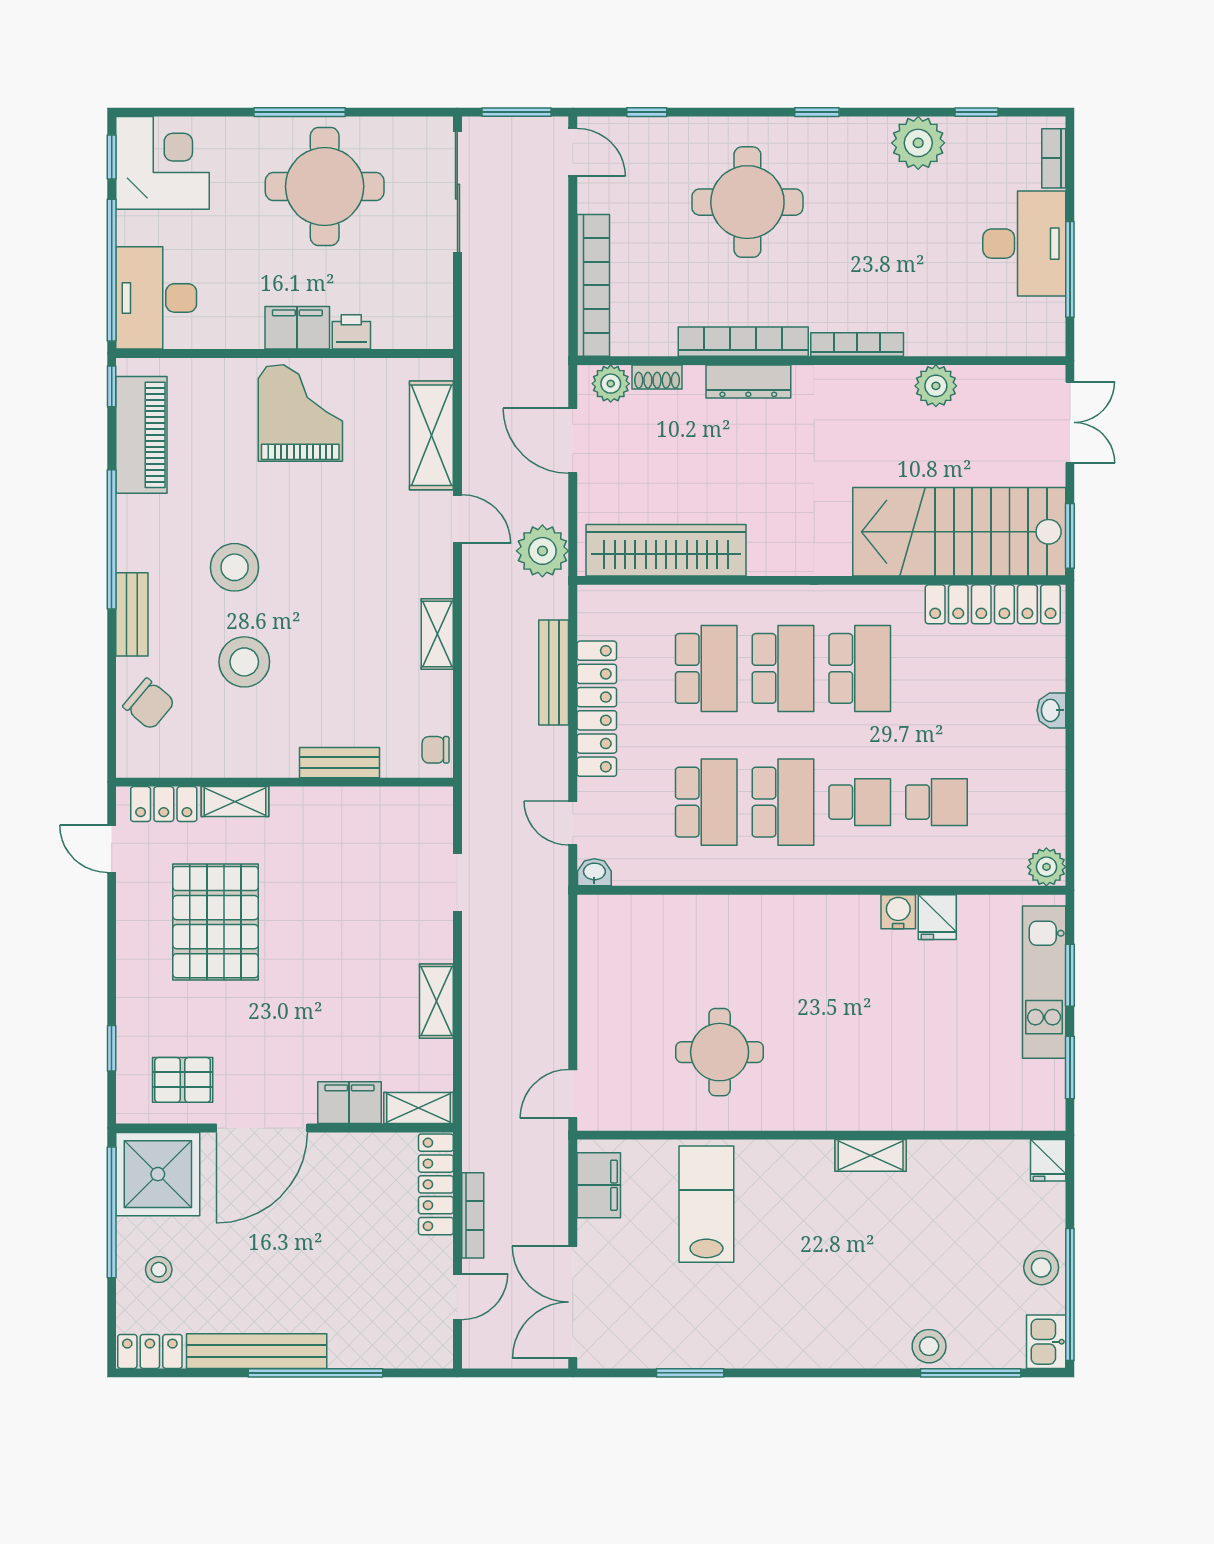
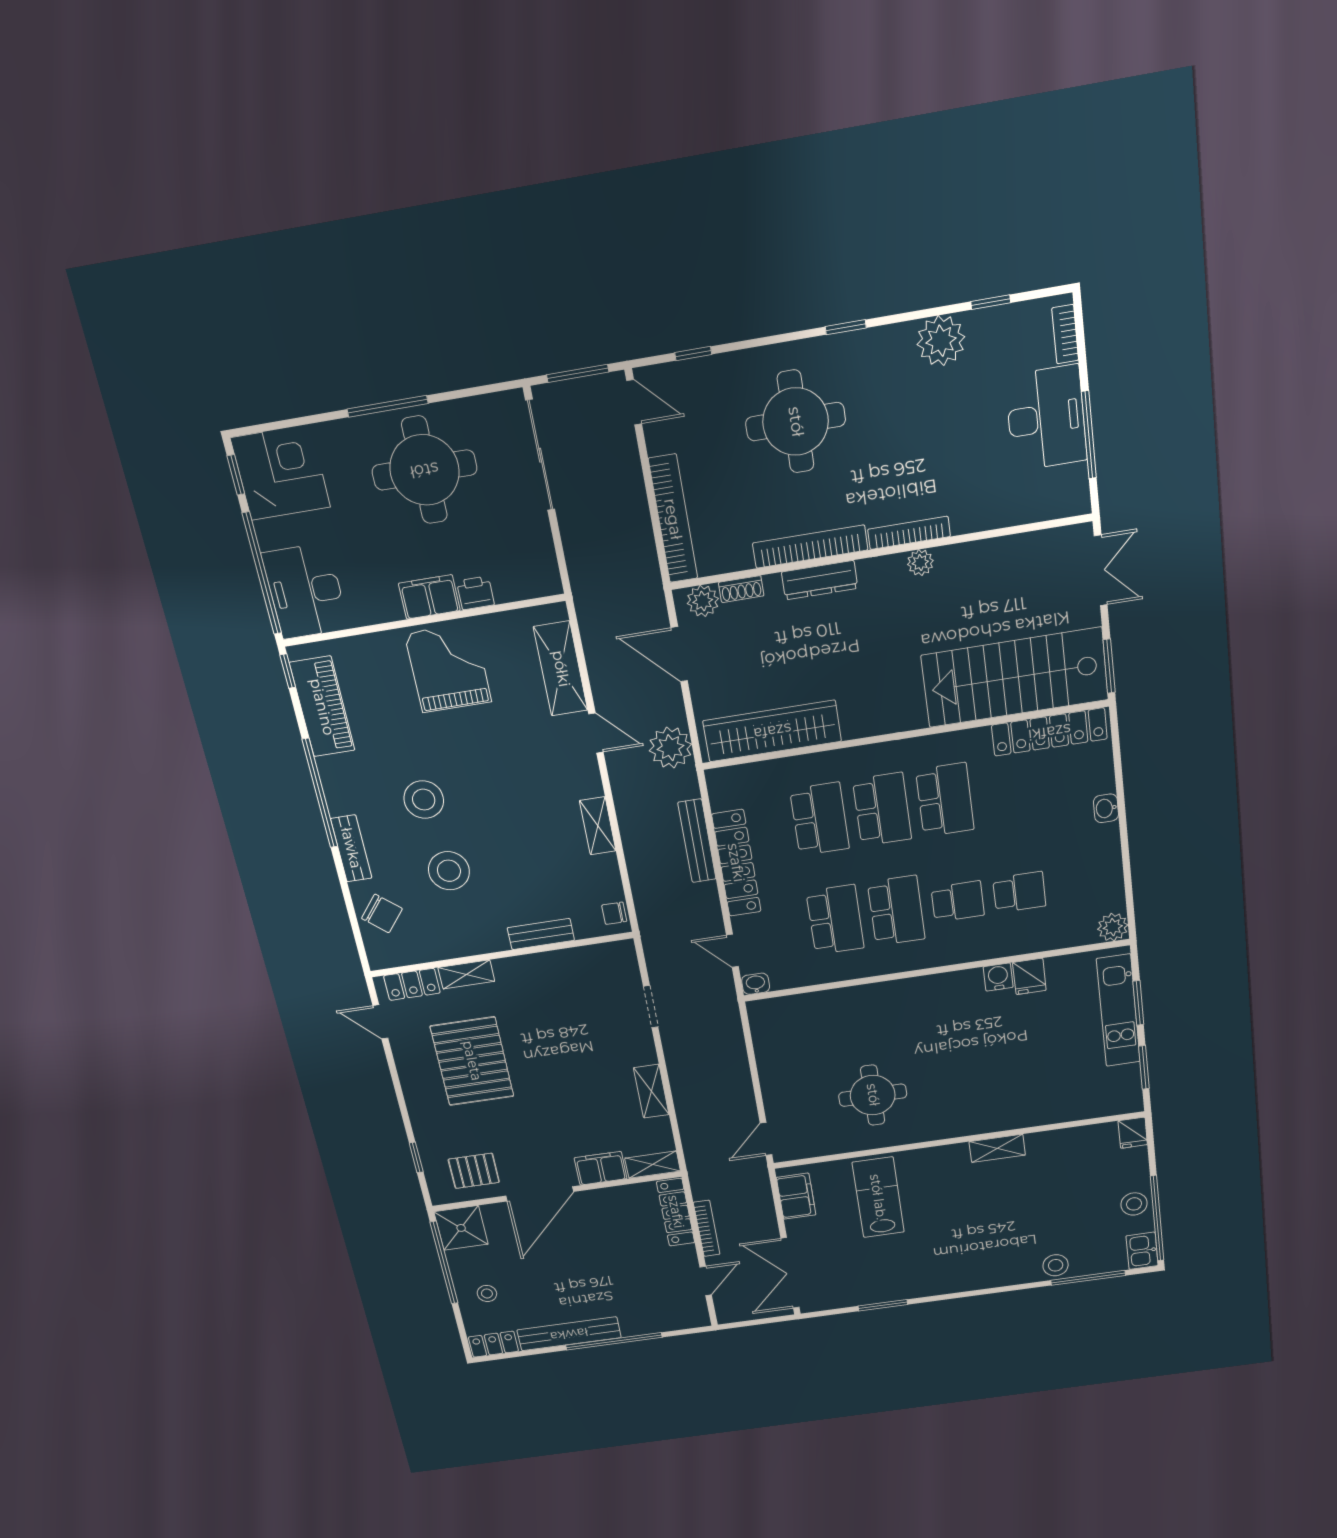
plant: (936, 386) -> (920, 563), moved, width x0.73, depth x0.73
shower: (158, 1174) -> (461, 1228), width x0.73, depth x0.73

